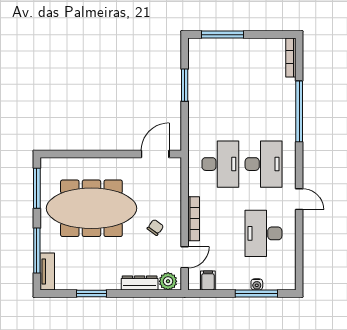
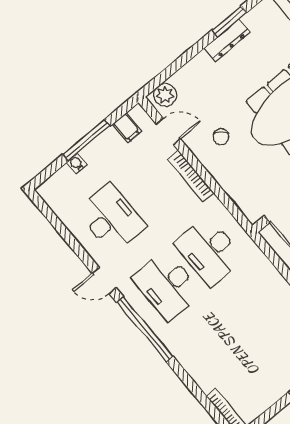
window: (299, 111) -> (145, 329), moved
door: (185, 257) -> (168, 131), swing flipped
dresser: (140, 283) -> (227, 40), moved
window: (256, 293) -> (86, 140), moved

